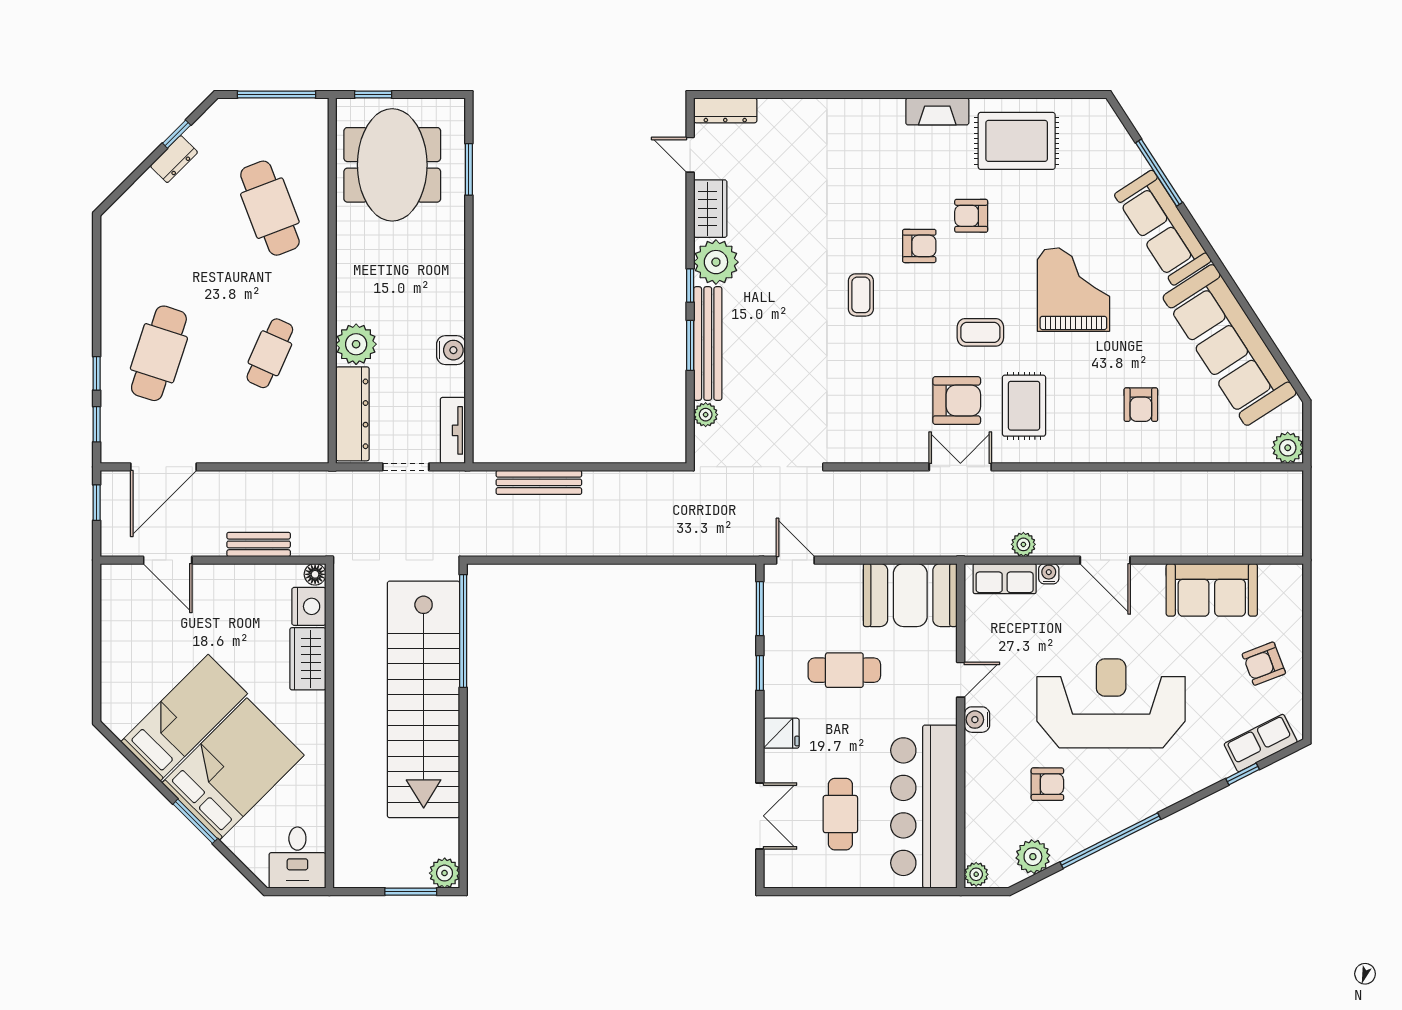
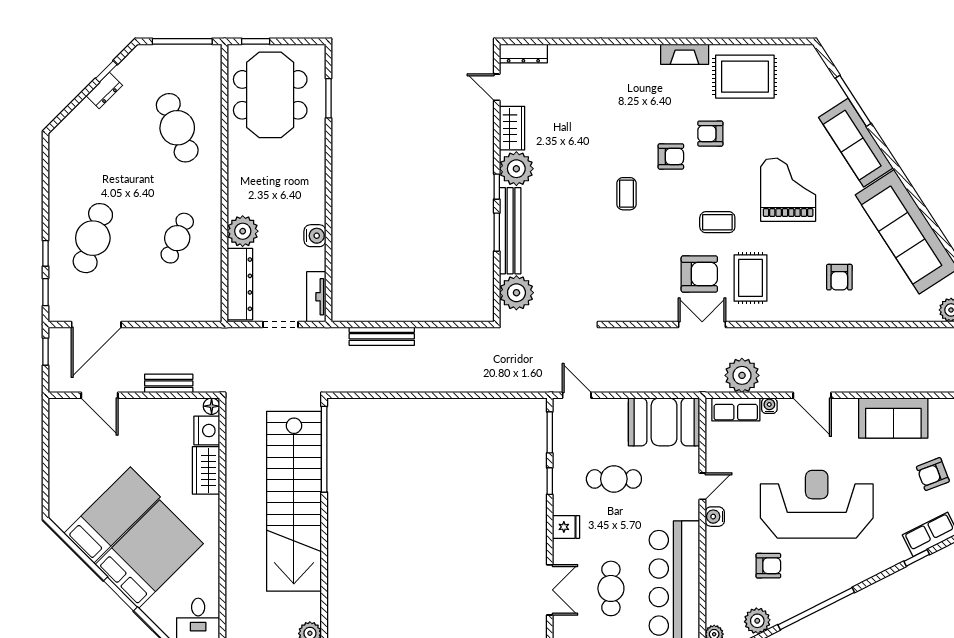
plant: (706, 415) -> (516, 293), width x1.87, depth x1.87
plant: (1023, 544) -> (742, 375), width x1.87, depth x1.87

